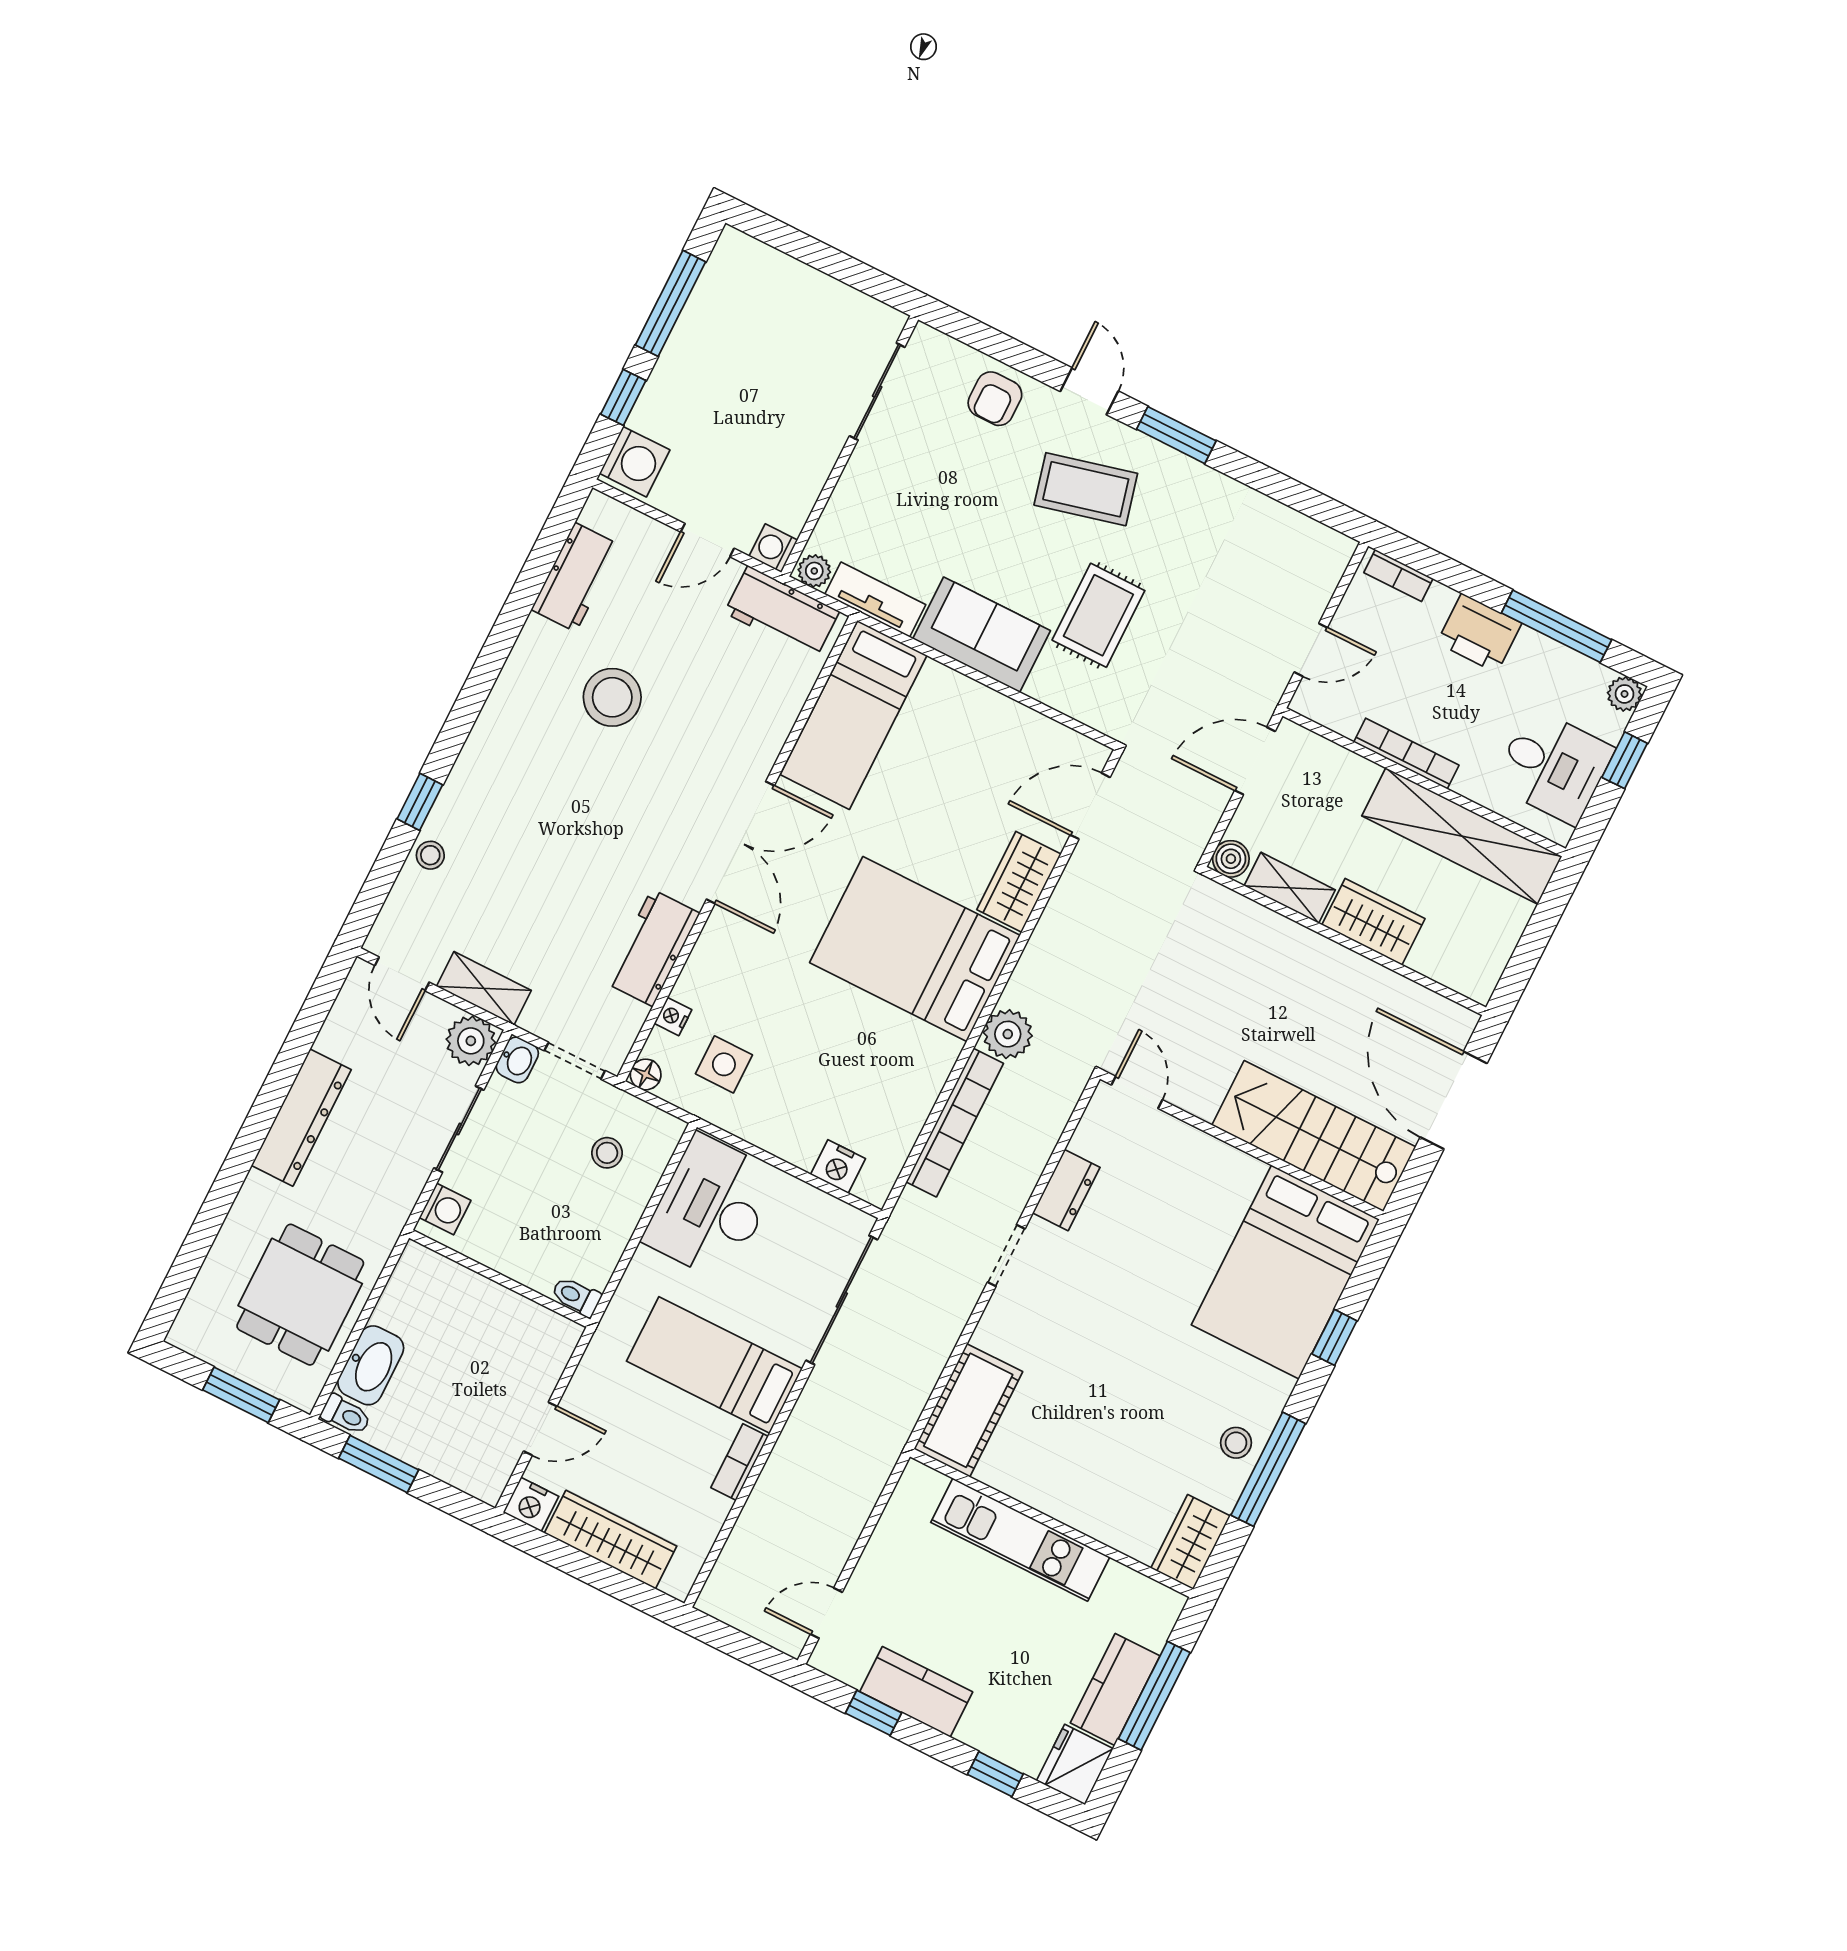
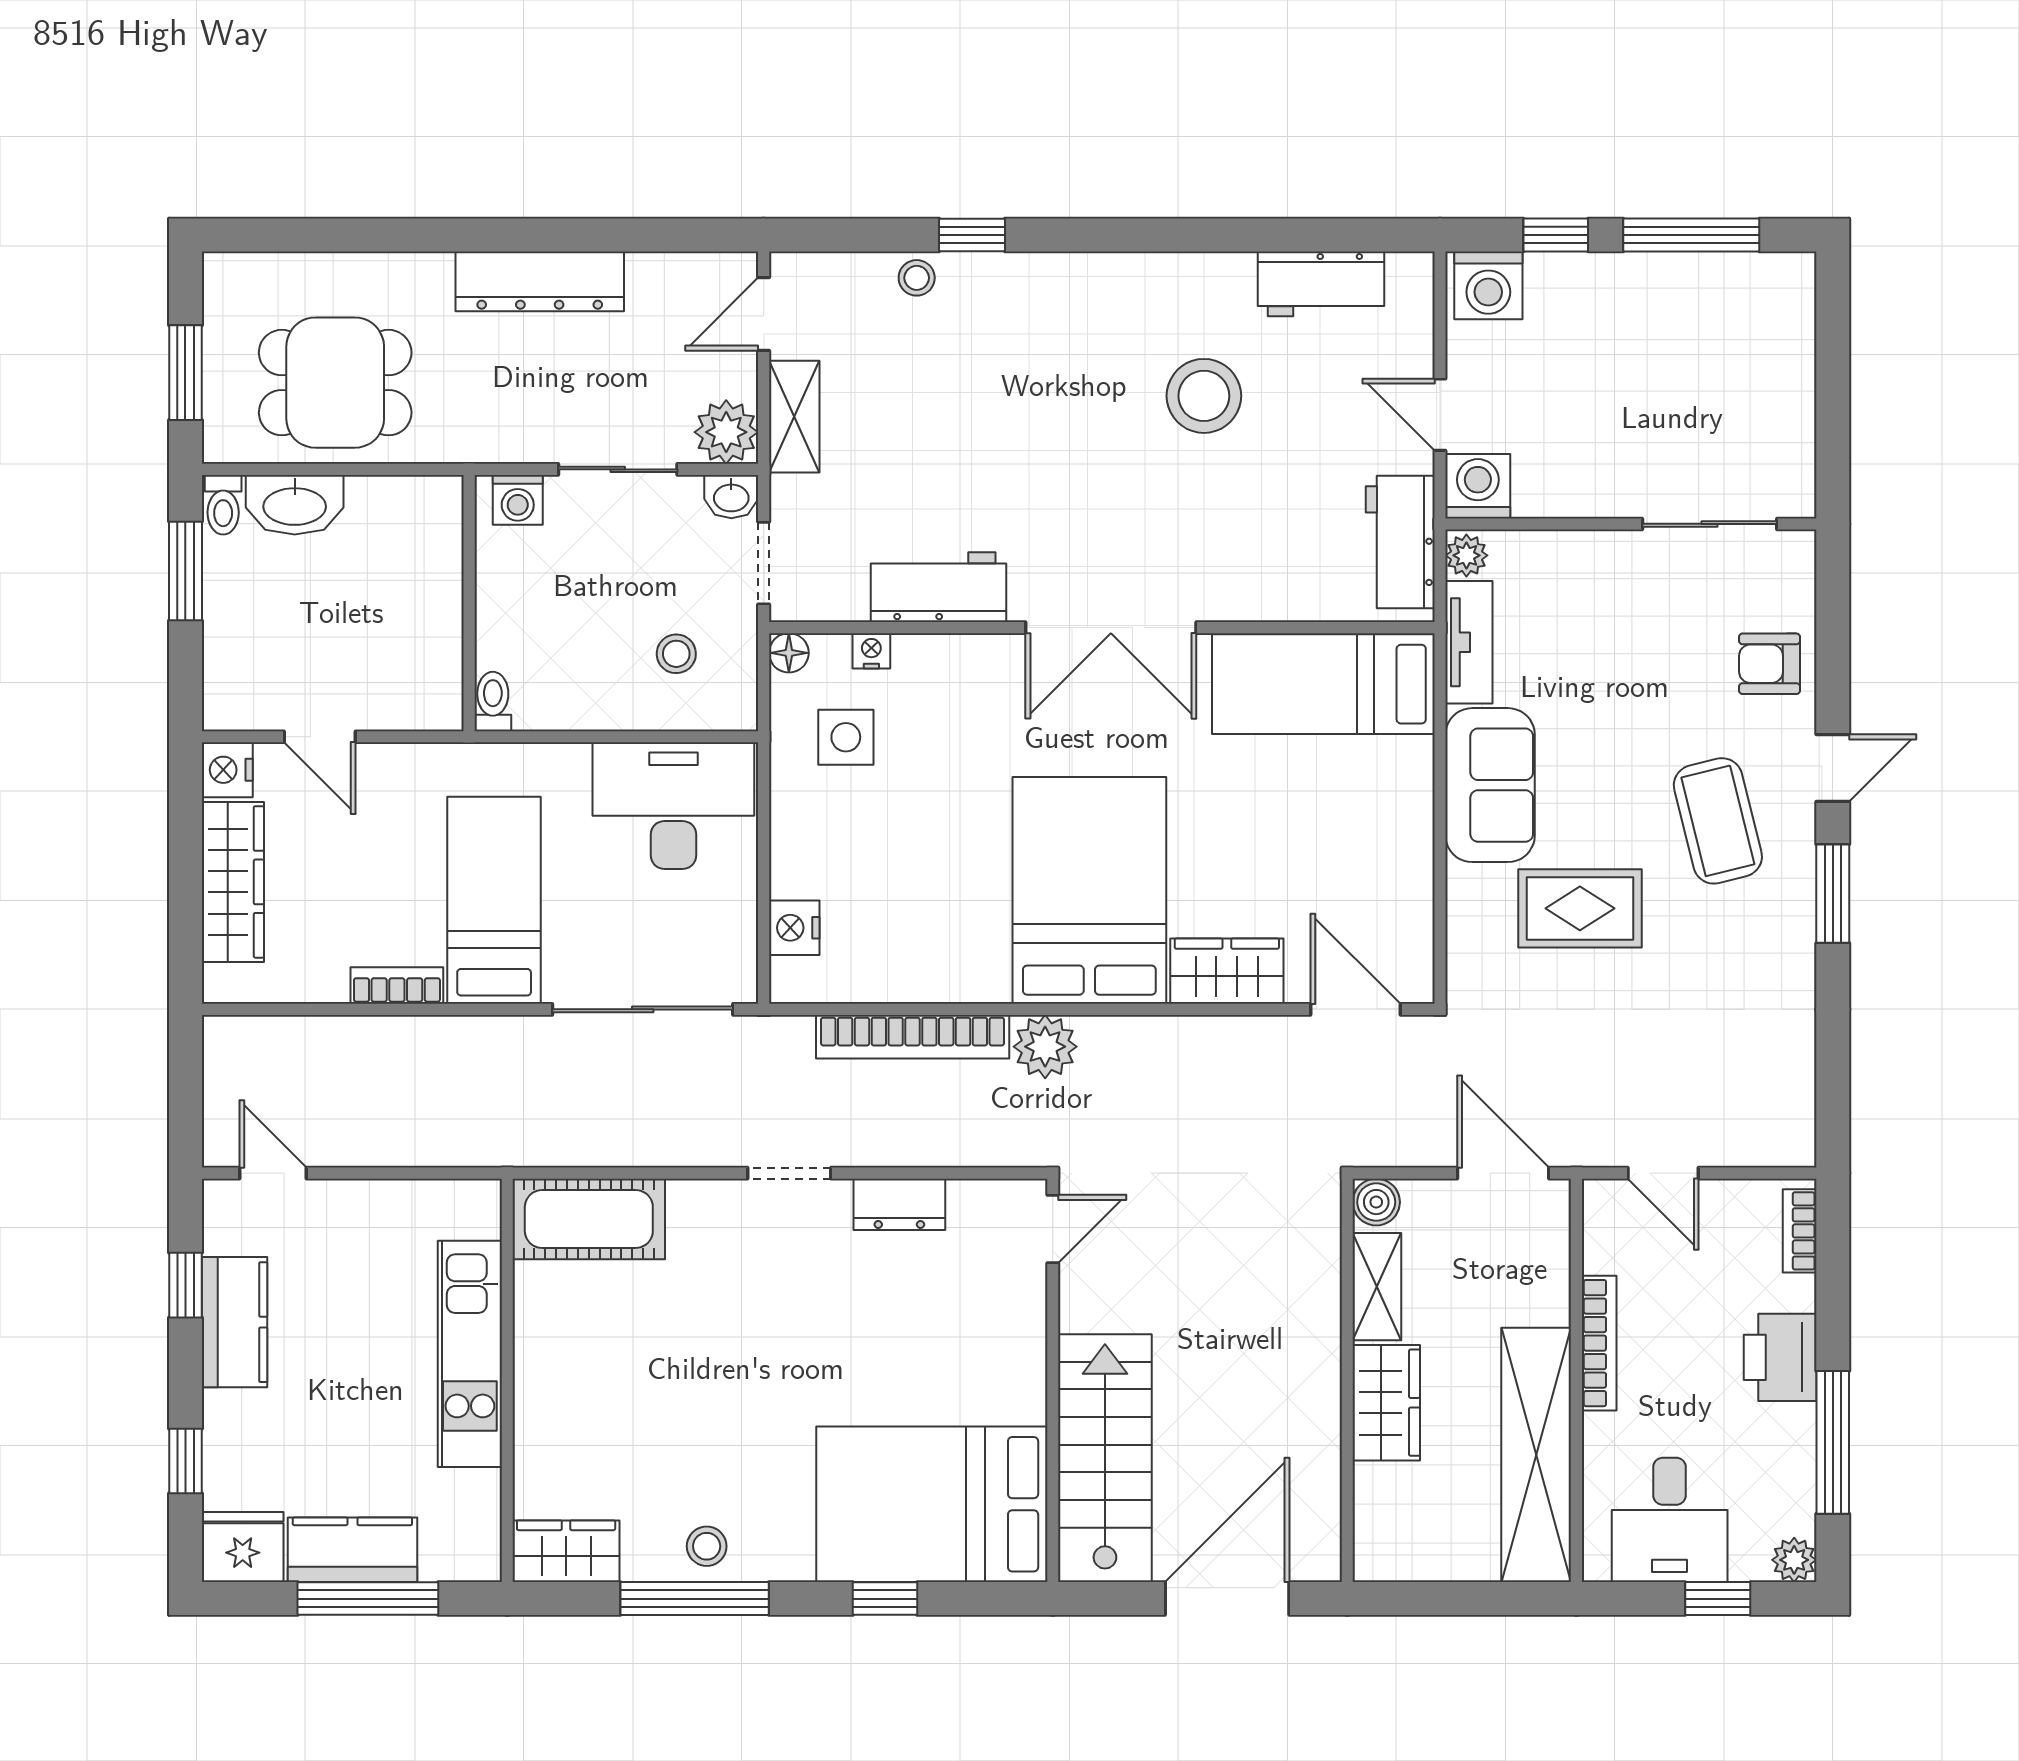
washing machine: (773, 548) -> (1478, 486), width x1.38, depth x1.38

